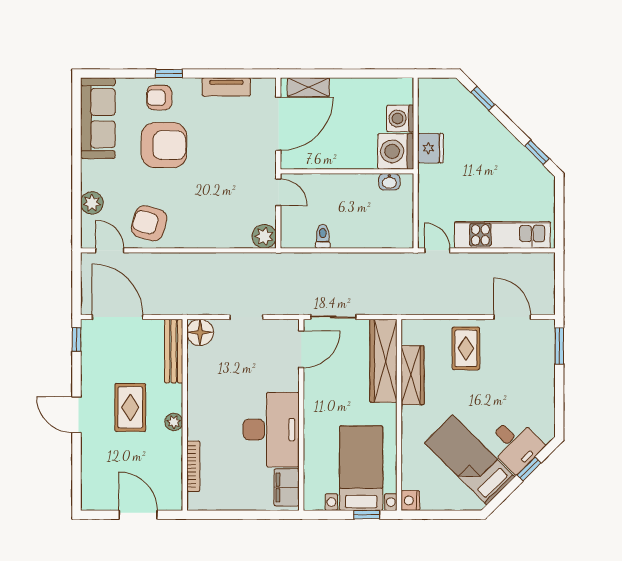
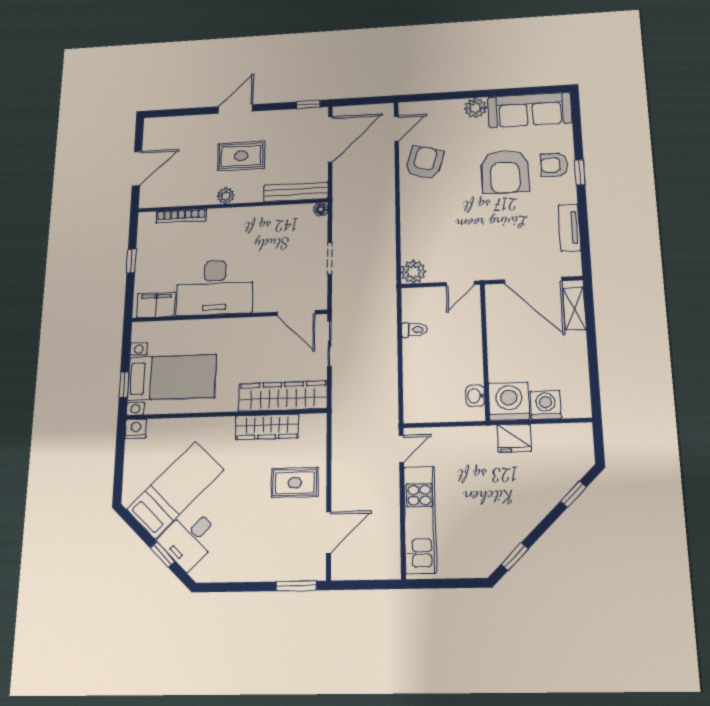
armchair: (159, 98) -> (554, 165), turned -90
plant: (92, 203) -> (475, 108), moved
floor lamp: (200, 332) -> (321, 209), width x0.53, depth x0.53
window: (239, 515) -> (131, 261), added

